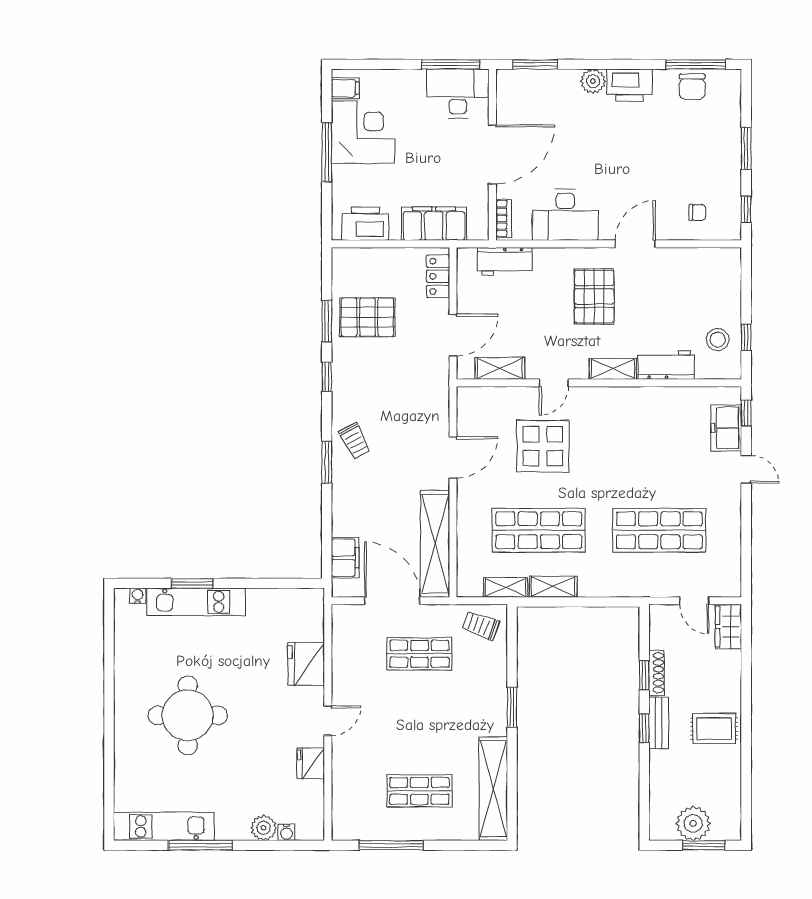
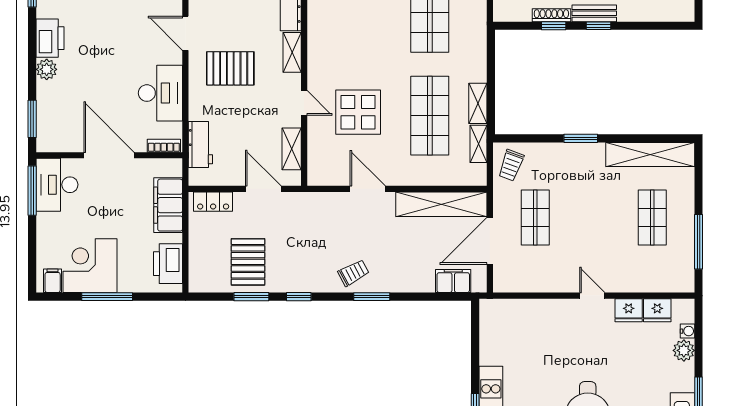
fridge: (306, 664) -> (657, 310), moved, width x0.73, depth x0.75

